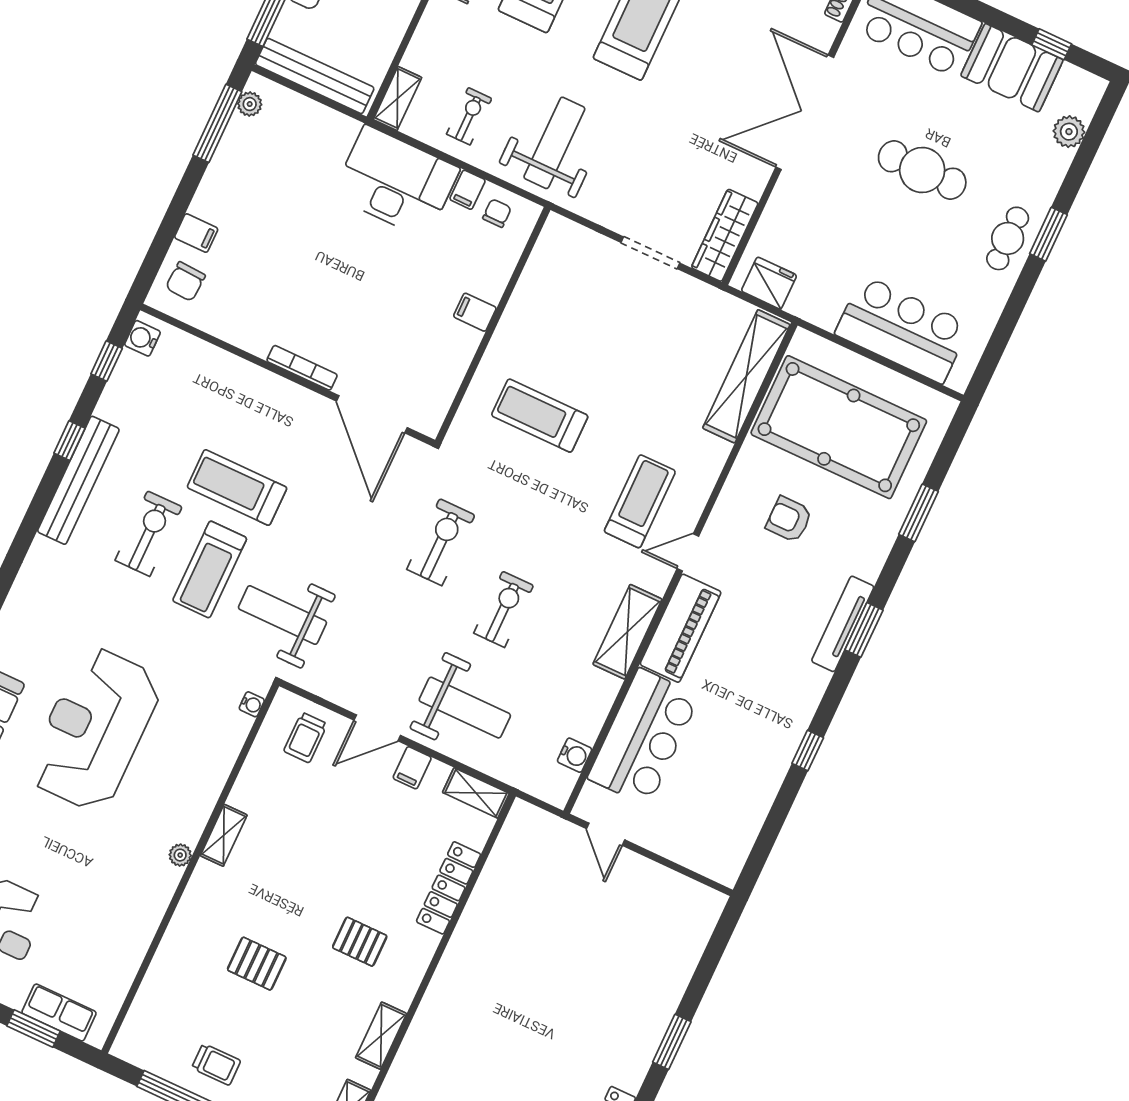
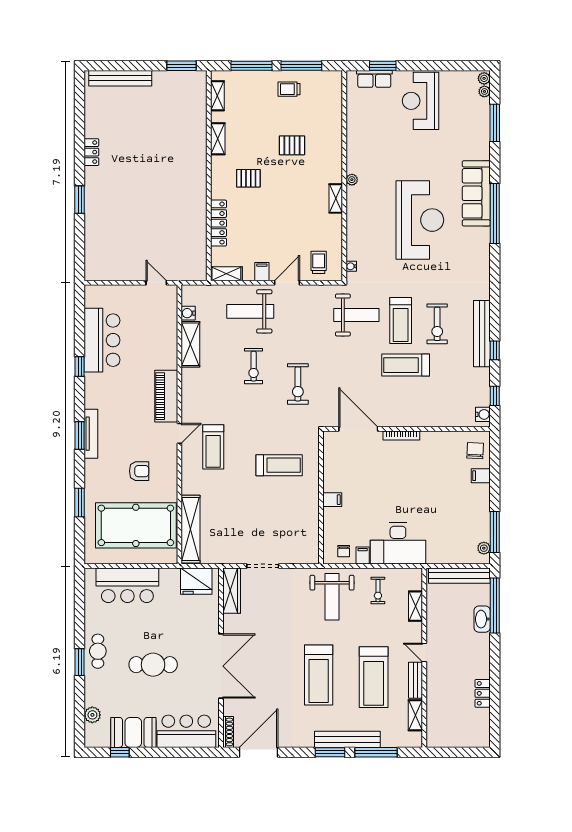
shelving: (397, 98) -> (416, 606), moved
fridge: (769, 283) -> (196, 581), width x1.36, depth x1.34
treadmill: (237, 487) -> (406, 365), turned 180
treadmill: (210, 569) -> (401, 320), turned 180
shelving: (627, 632) -> (190, 344), moved
bar counter: (644, 737) -> (102, 340), moved, turned 180

